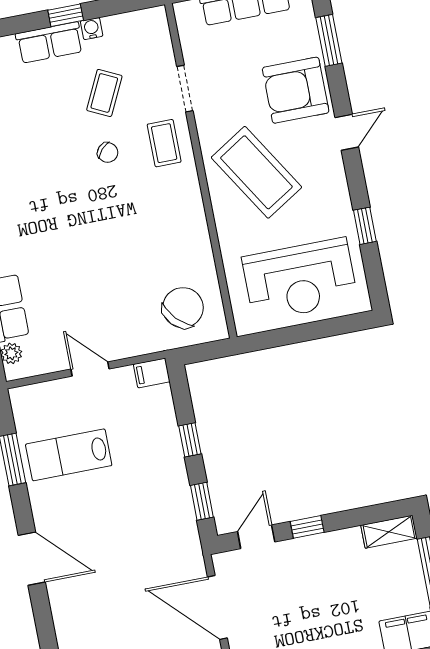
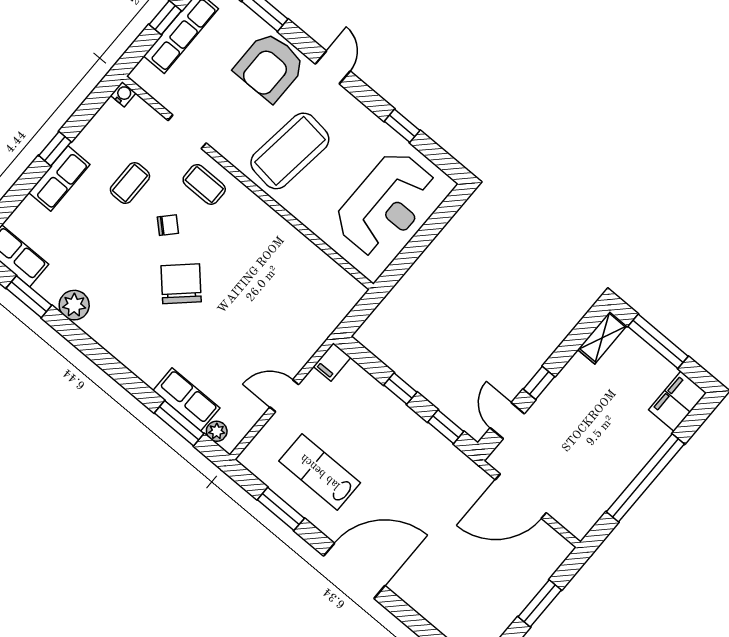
water cooler: (92, 29) -> (123, 94), moved, turned 90
coffee table: (104, 93) -> (130, 183), turned 64
coffee table: (256, 172) -> (290, 151), turned -51
chair: (183, 308) -> (181, 284), moved
lab bench: (69, 455) -> (320, 472), turned 90
door: (32, 559) -> (354, 571), width x1.36

